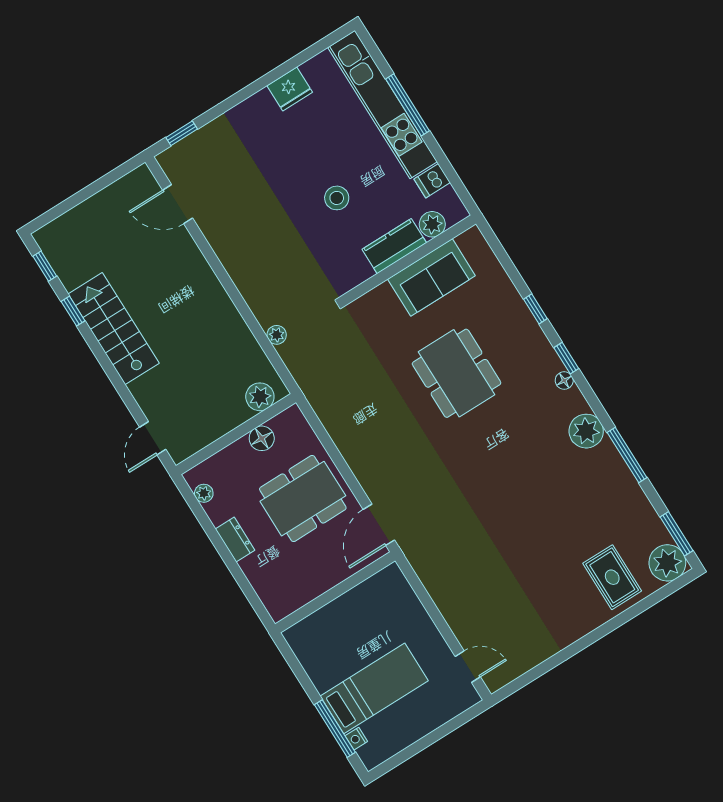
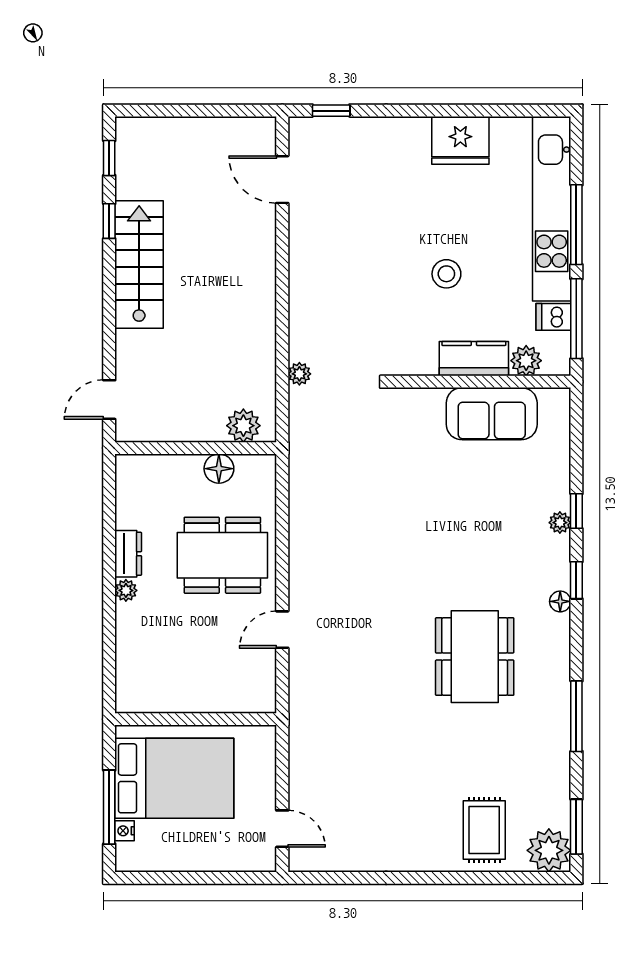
fridge: (290, 89) -> (460, 140), width x1.36, depth x1.34
window: (449, 172) -> (576, 319), added
dining table: (457, 373) -> (475, 657), moved
plant: (586, 431) -> (560, 523), moved, width x0.53, depth x0.53
plant: (204, 493) -> (126, 590), moved
door: (379, 525) -> (282, 630), width x0.73
wall: (335, 592) -> (196, 719), moved
bed: (374, 688) -> (174, 778), width x1.50

